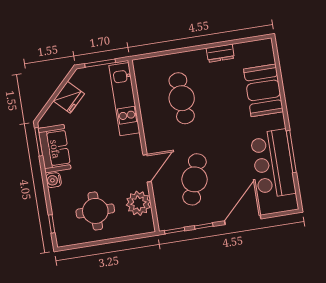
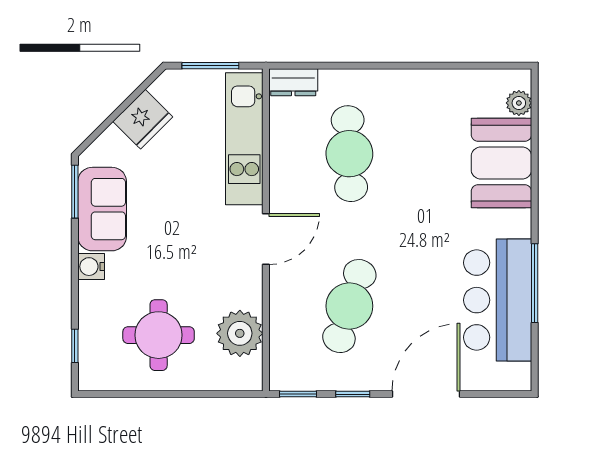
dresser: (220, 53) -> (293, 82), moved
plant: (268, 57) -> (519, 103), added
door: (147, 168) -> (266, 239), moved

